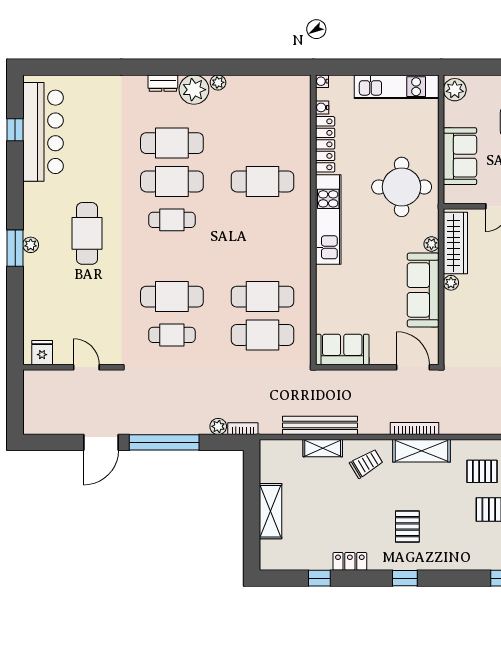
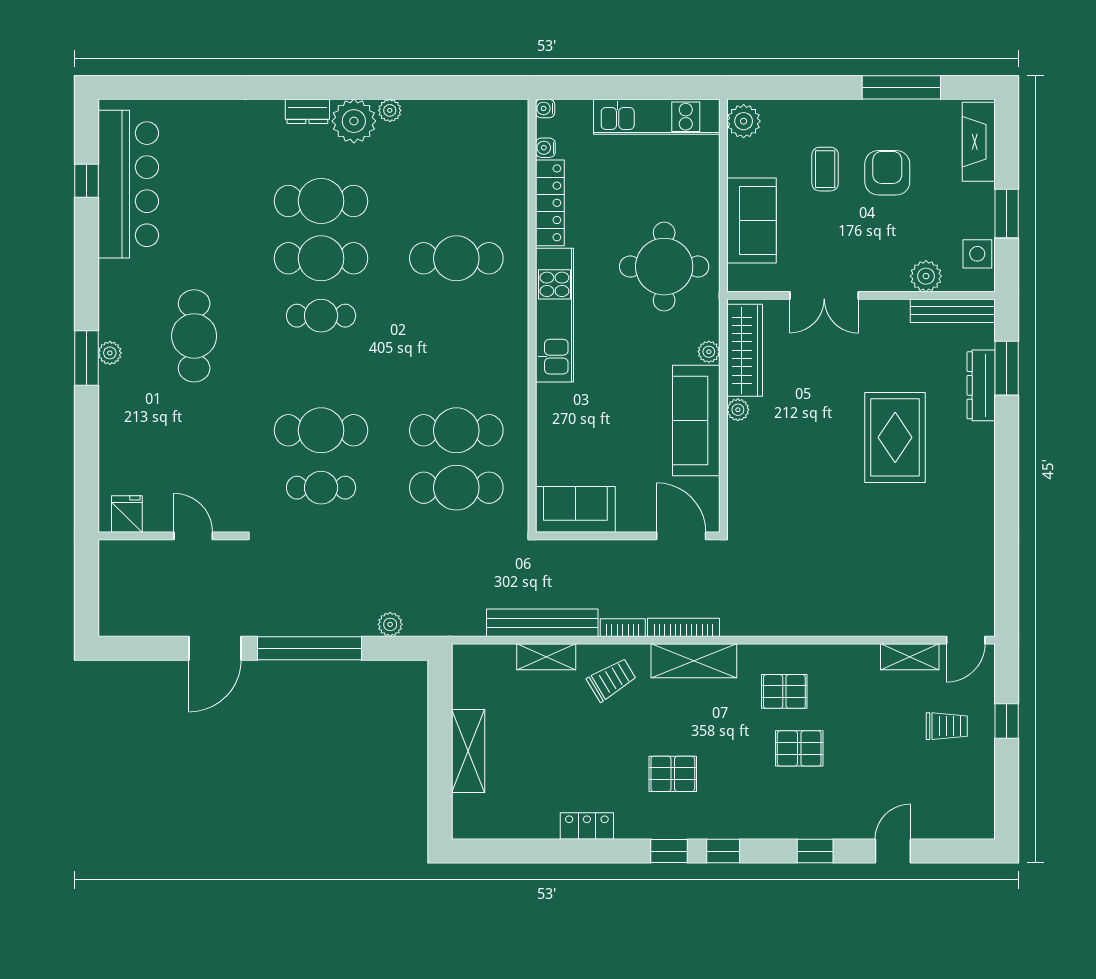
bookcase: (243, 429) -> (623, 628), moved
pallet: (407, 527) -> (673, 774), turned 90
window: (319, 578) -> (723, 851), moved

